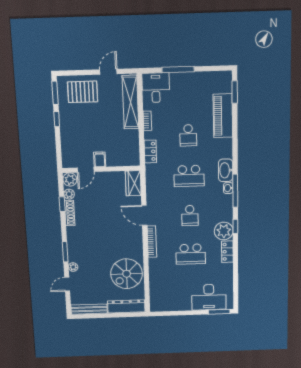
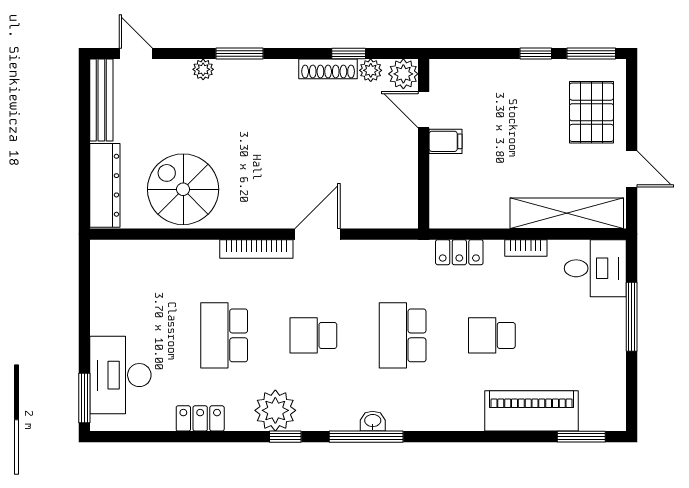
washbasin: (226, 170) -> (413, 416), removed
wardrobe: (133, 183) -> (390, 213), removed
locker: (227, 252) -> (200, 418), moved
door: (67, 284) -> (136, 54), moved

